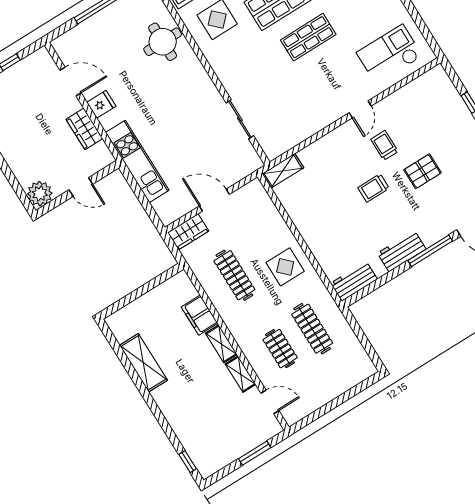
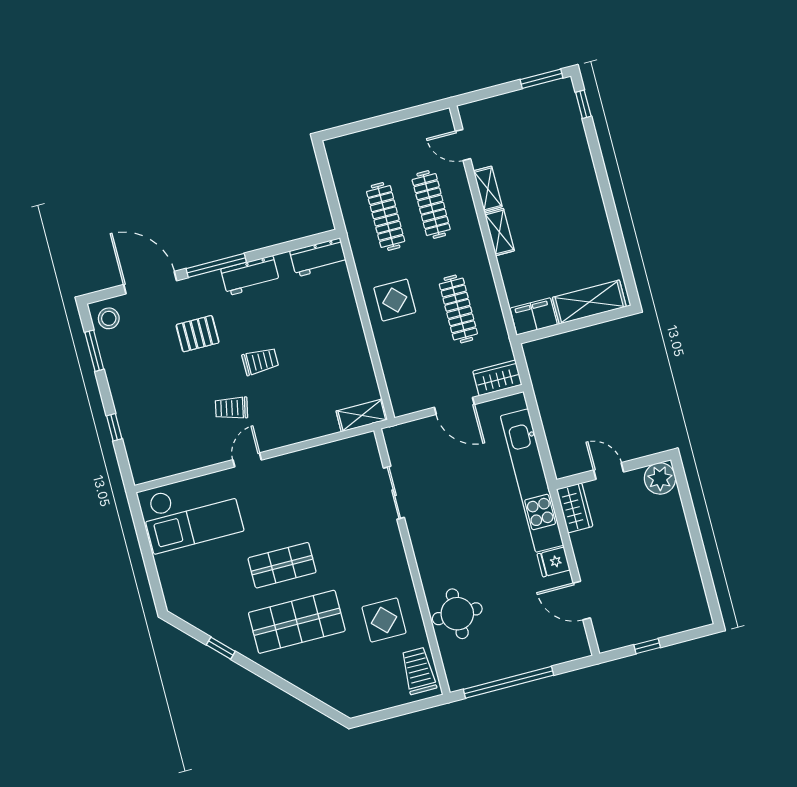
checkout: (389, 54) -> (192, 515), width x1.36, depth x1.21
wardrobe: (84, 129) -> (575, 508), moved
trolley: (384, 145) -> (231, 408), turned 102
kitchen unit: (137, 161) -> (532, 481), width x1.36
pallet: (422, 171) -> (198, 334), moved
filing cabinet: (200, 315) -> (534, 316), moved, turned -90
clothes rail: (280, 349) -> (431, 205), width x1.36
shelving: (143, 363) -> (589, 302), moved, turned 90
window: (255, 453) -> (542, 79), moved

